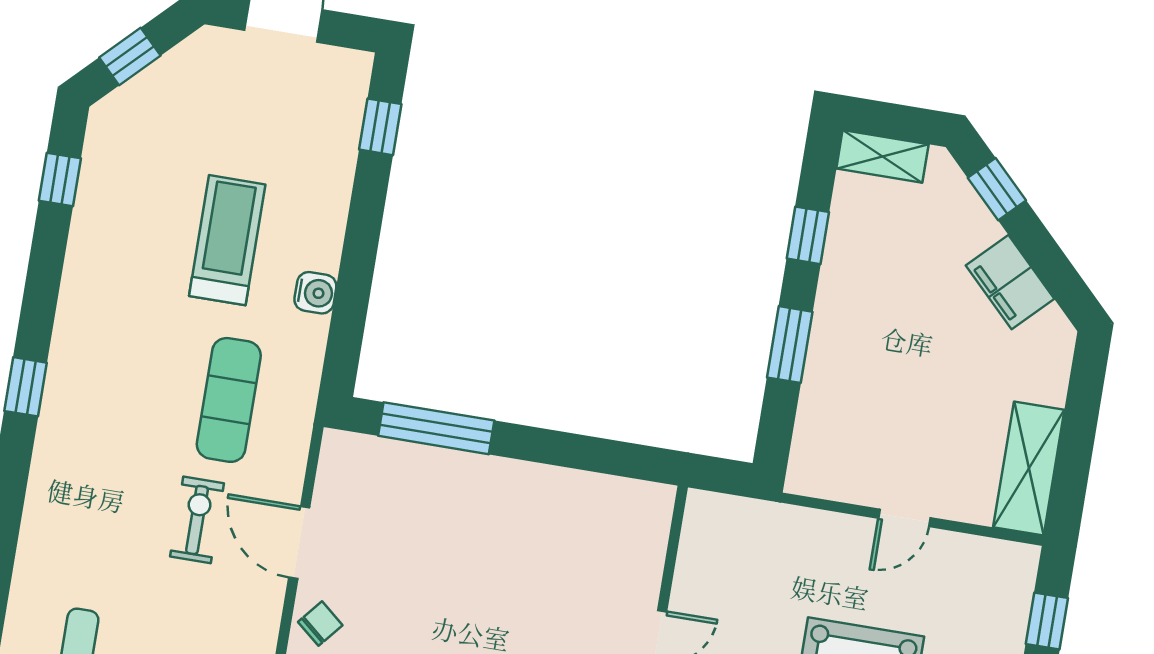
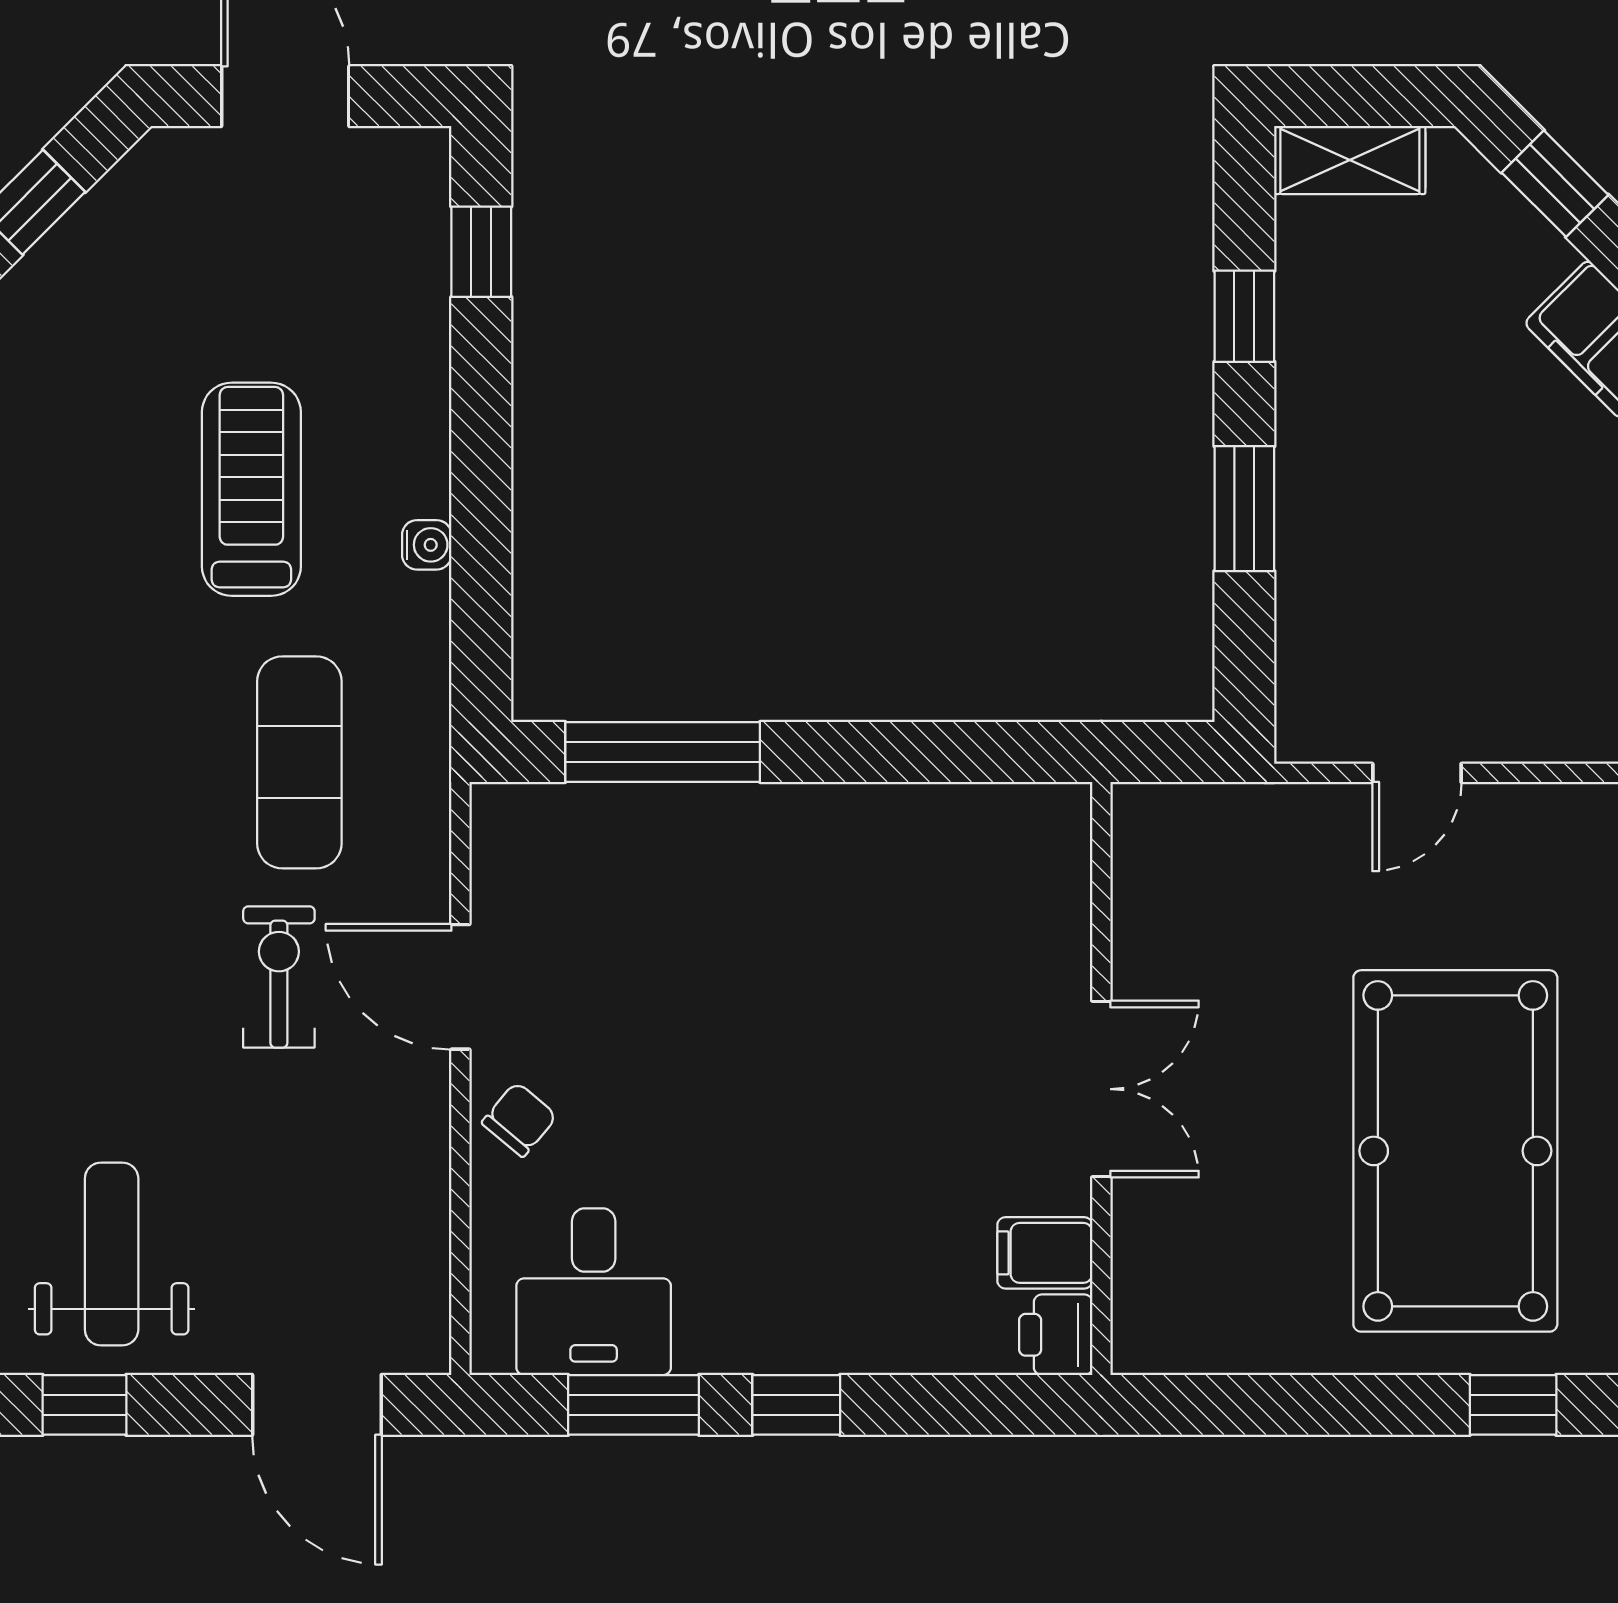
water cooler: (315, 293) -> (427, 545), width x0.72, depth x0.72
door: (904, 518) -> (1417, 773), moved

